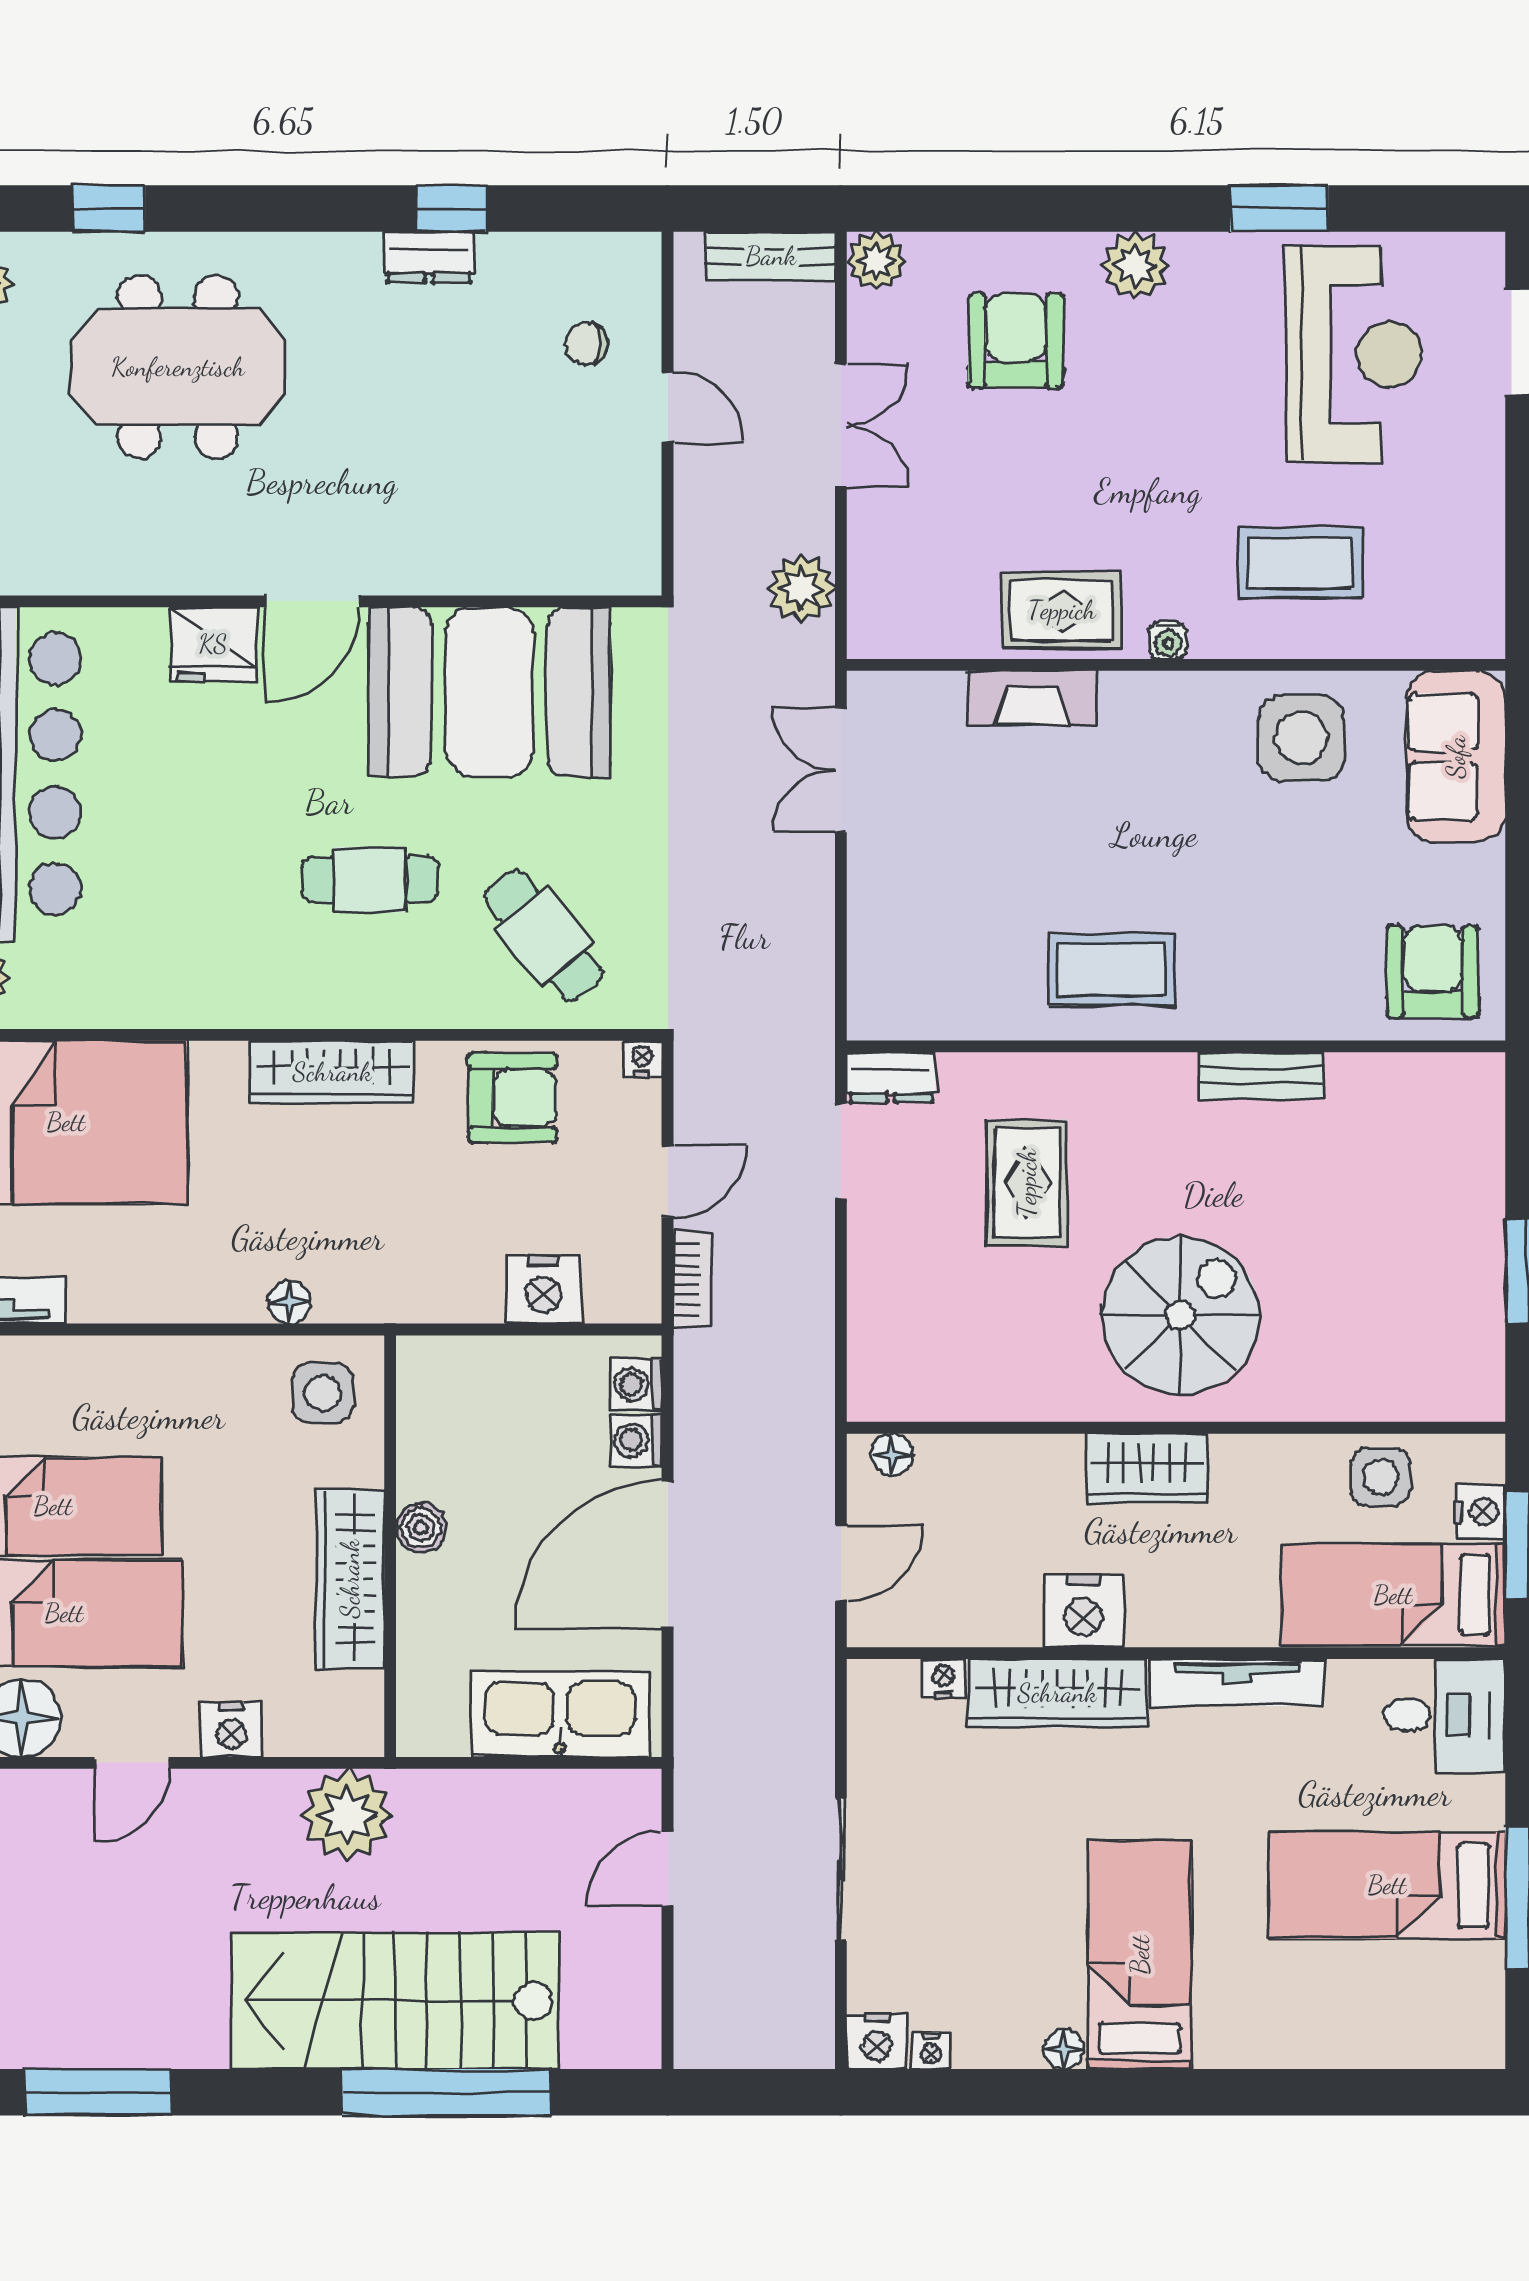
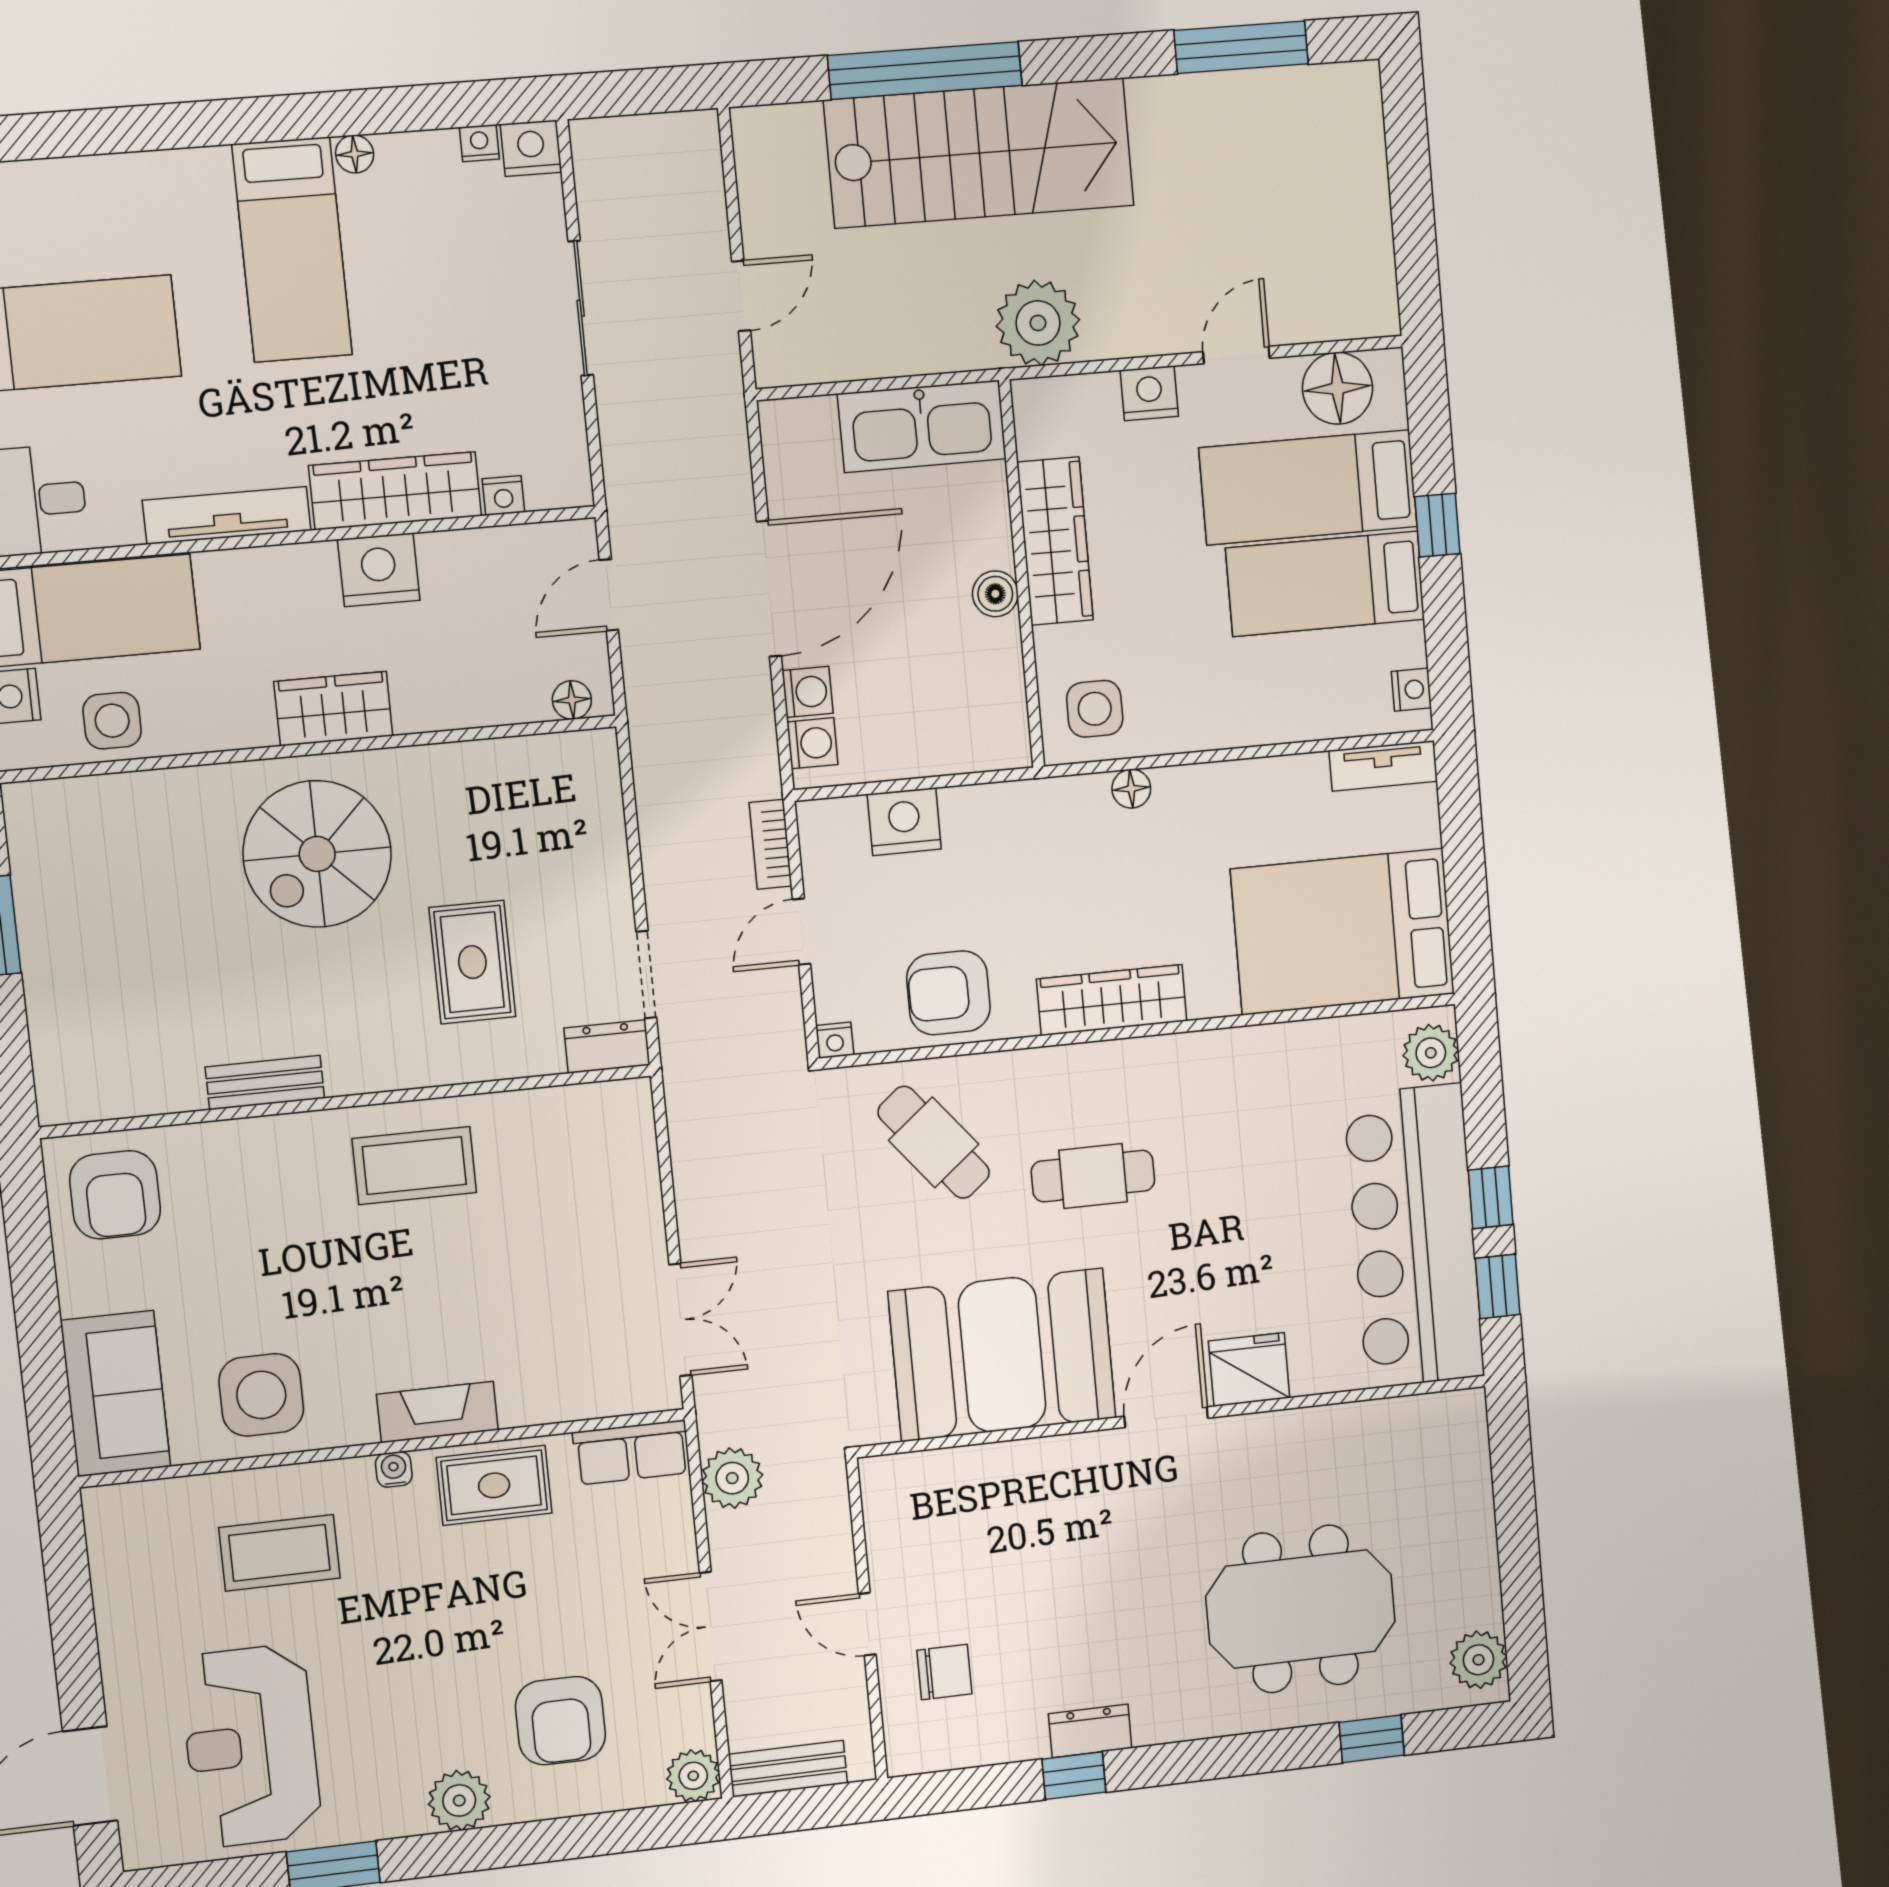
chair: (587, 344) -> (944, 1672), width x1.37, depth x1.37
row of seats: (909, 629) -> (631, 1452), added
fireplace: (1032, 698) -> (437, 1412), moved
kitchen sink: (560, 1714) -> (922, 426), moved

